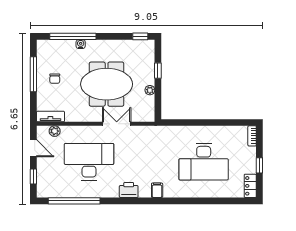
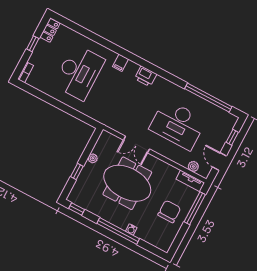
window: (73, 36) -> (118, 231), moved
window: (33, 74) -> (195, 208), moved
chair: (55, 79) -> (169, 212), width x1.87, depth x1.87
desk: (204, 162) -> (79, 72), turned 90
printer: (129, 190) -> (146, 76), moved
filing cabinet: (157, 190) -> (121, 63), moved

